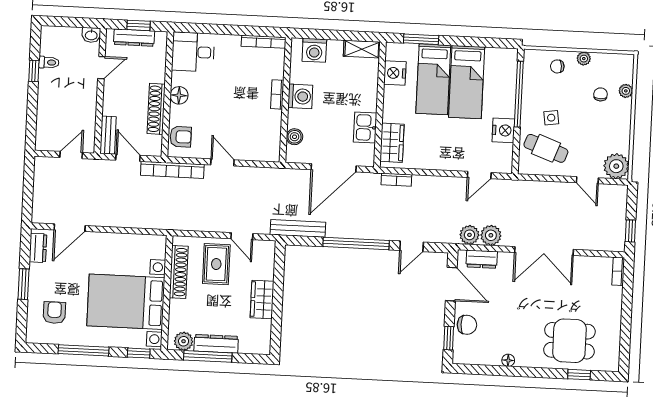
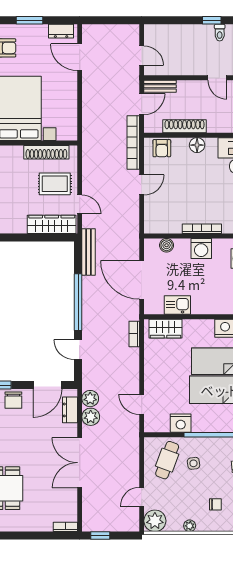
plant: (626, 91) -> (190, 526), moved
bookcase: (277, 94) -> (202, 229), width x1.56
door: (242, 236) -> (80, 204), swing flipped
wardrobe: (262, 299) -> (52, 224), moved, width x1.50

